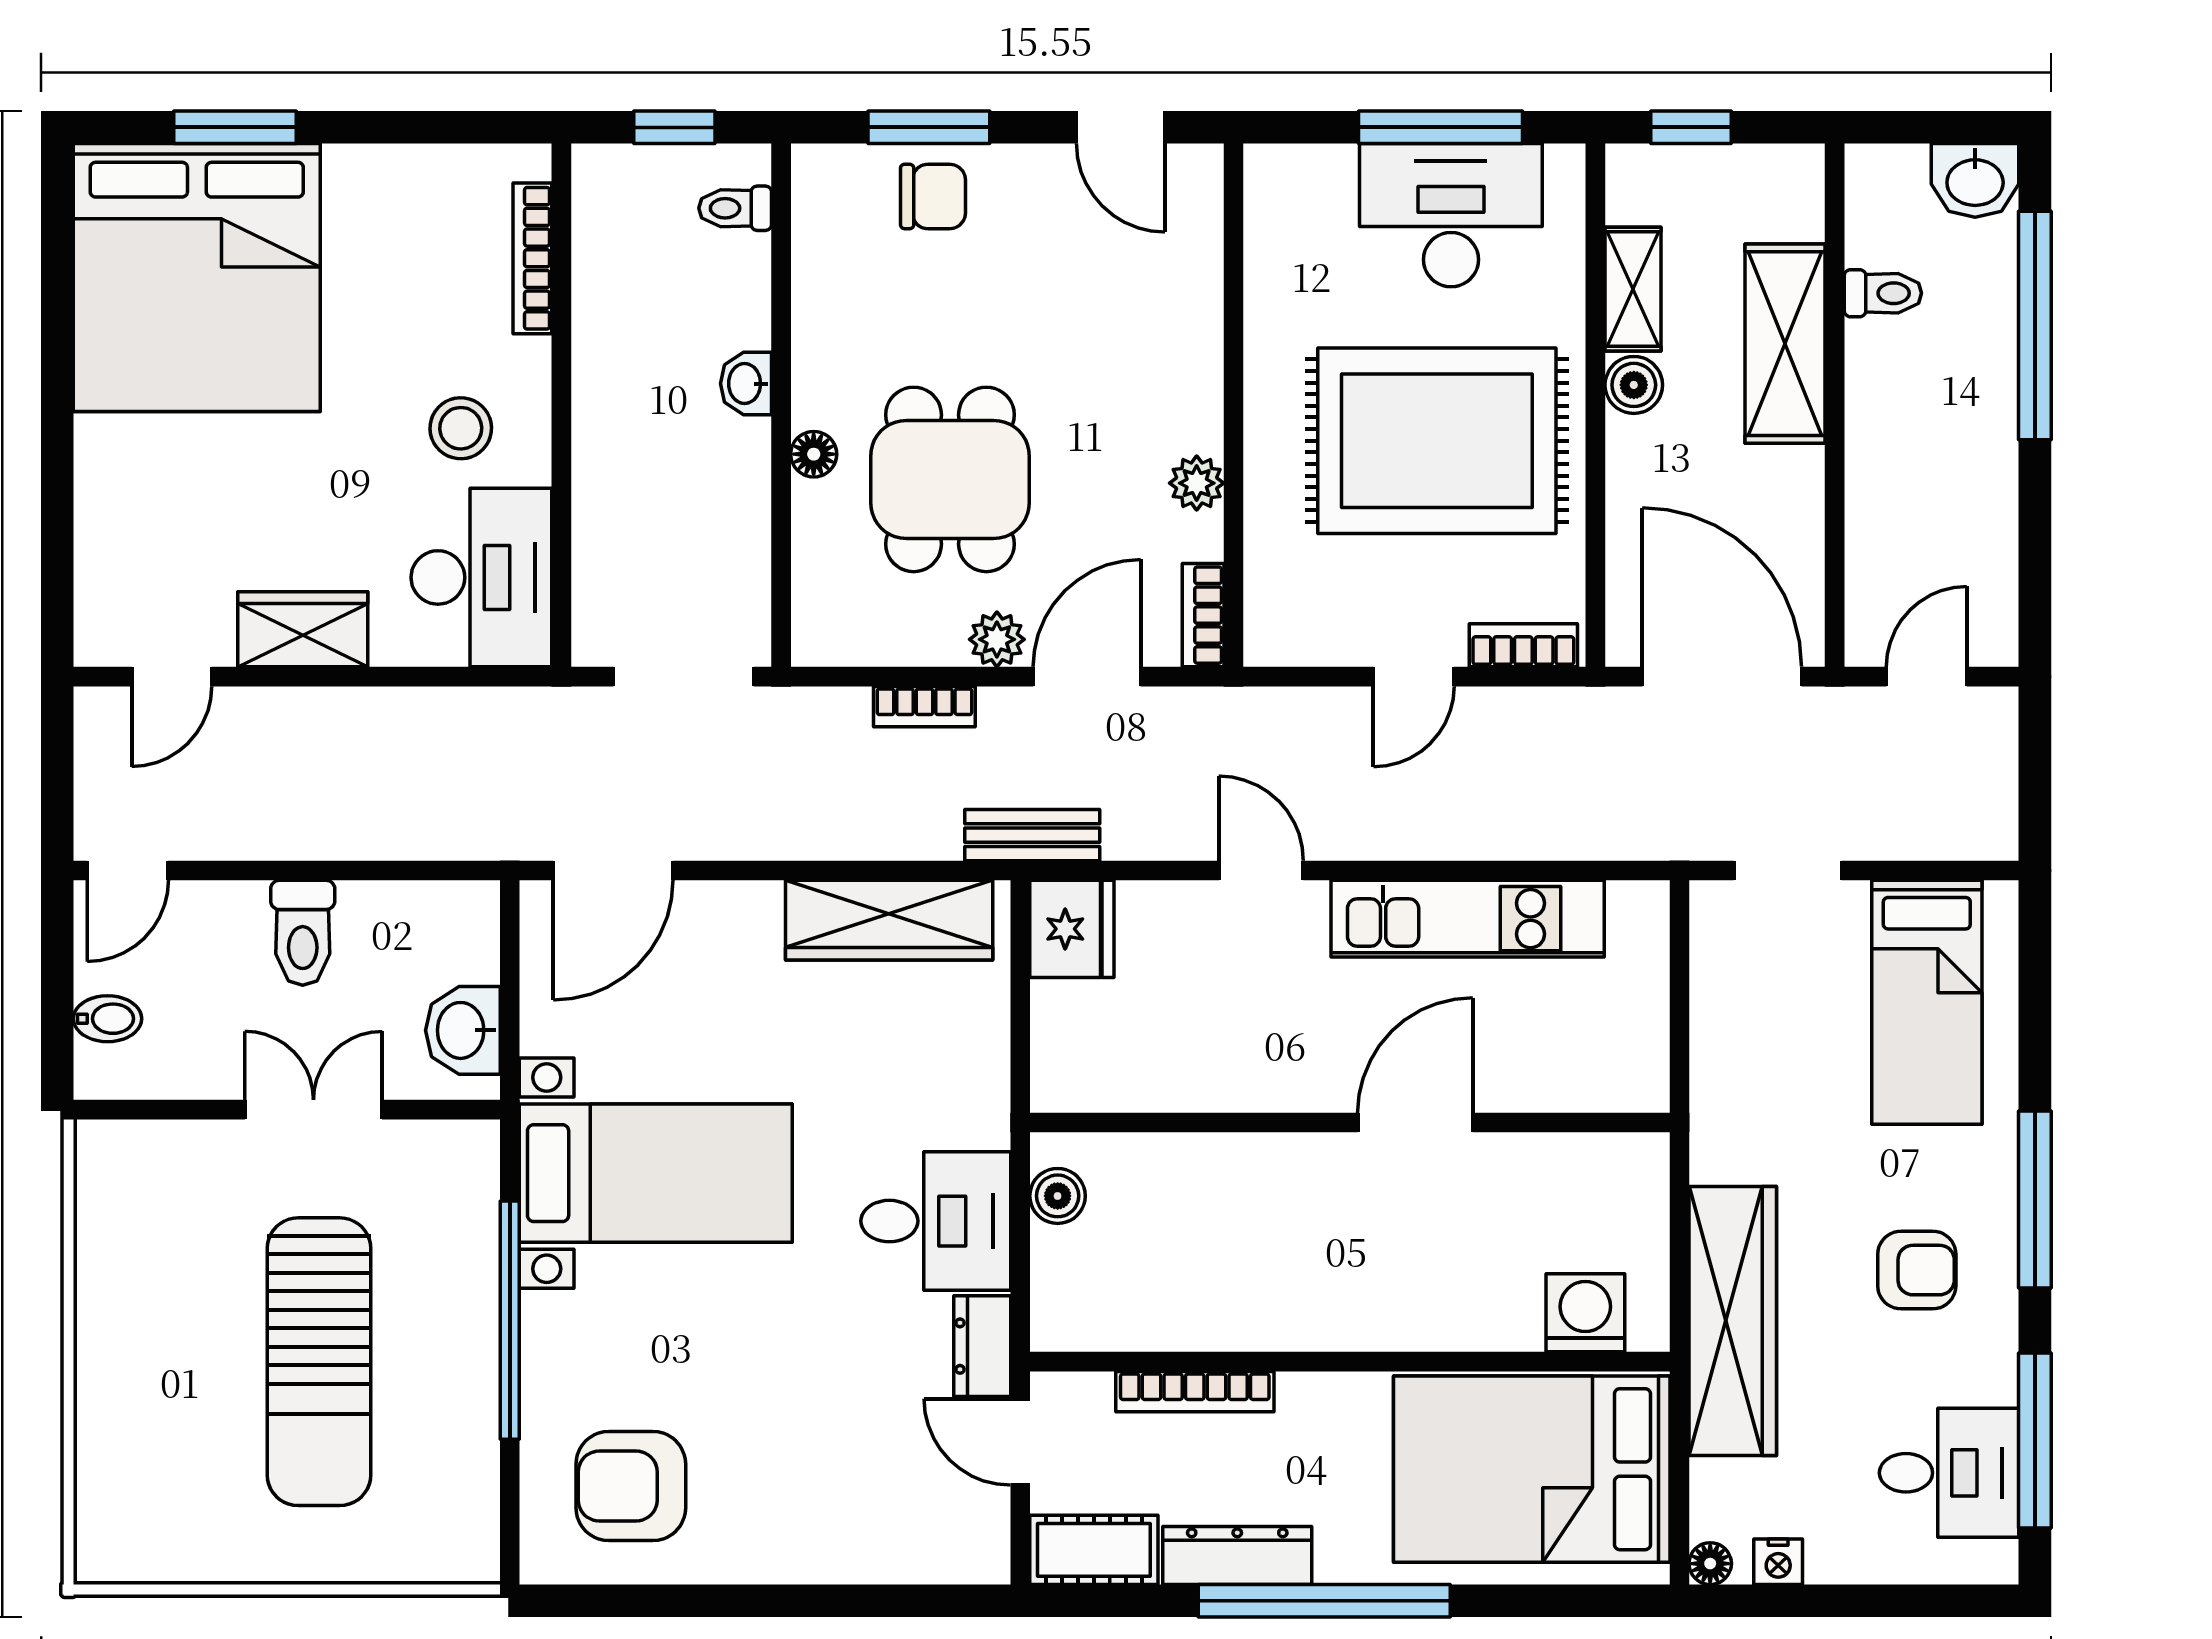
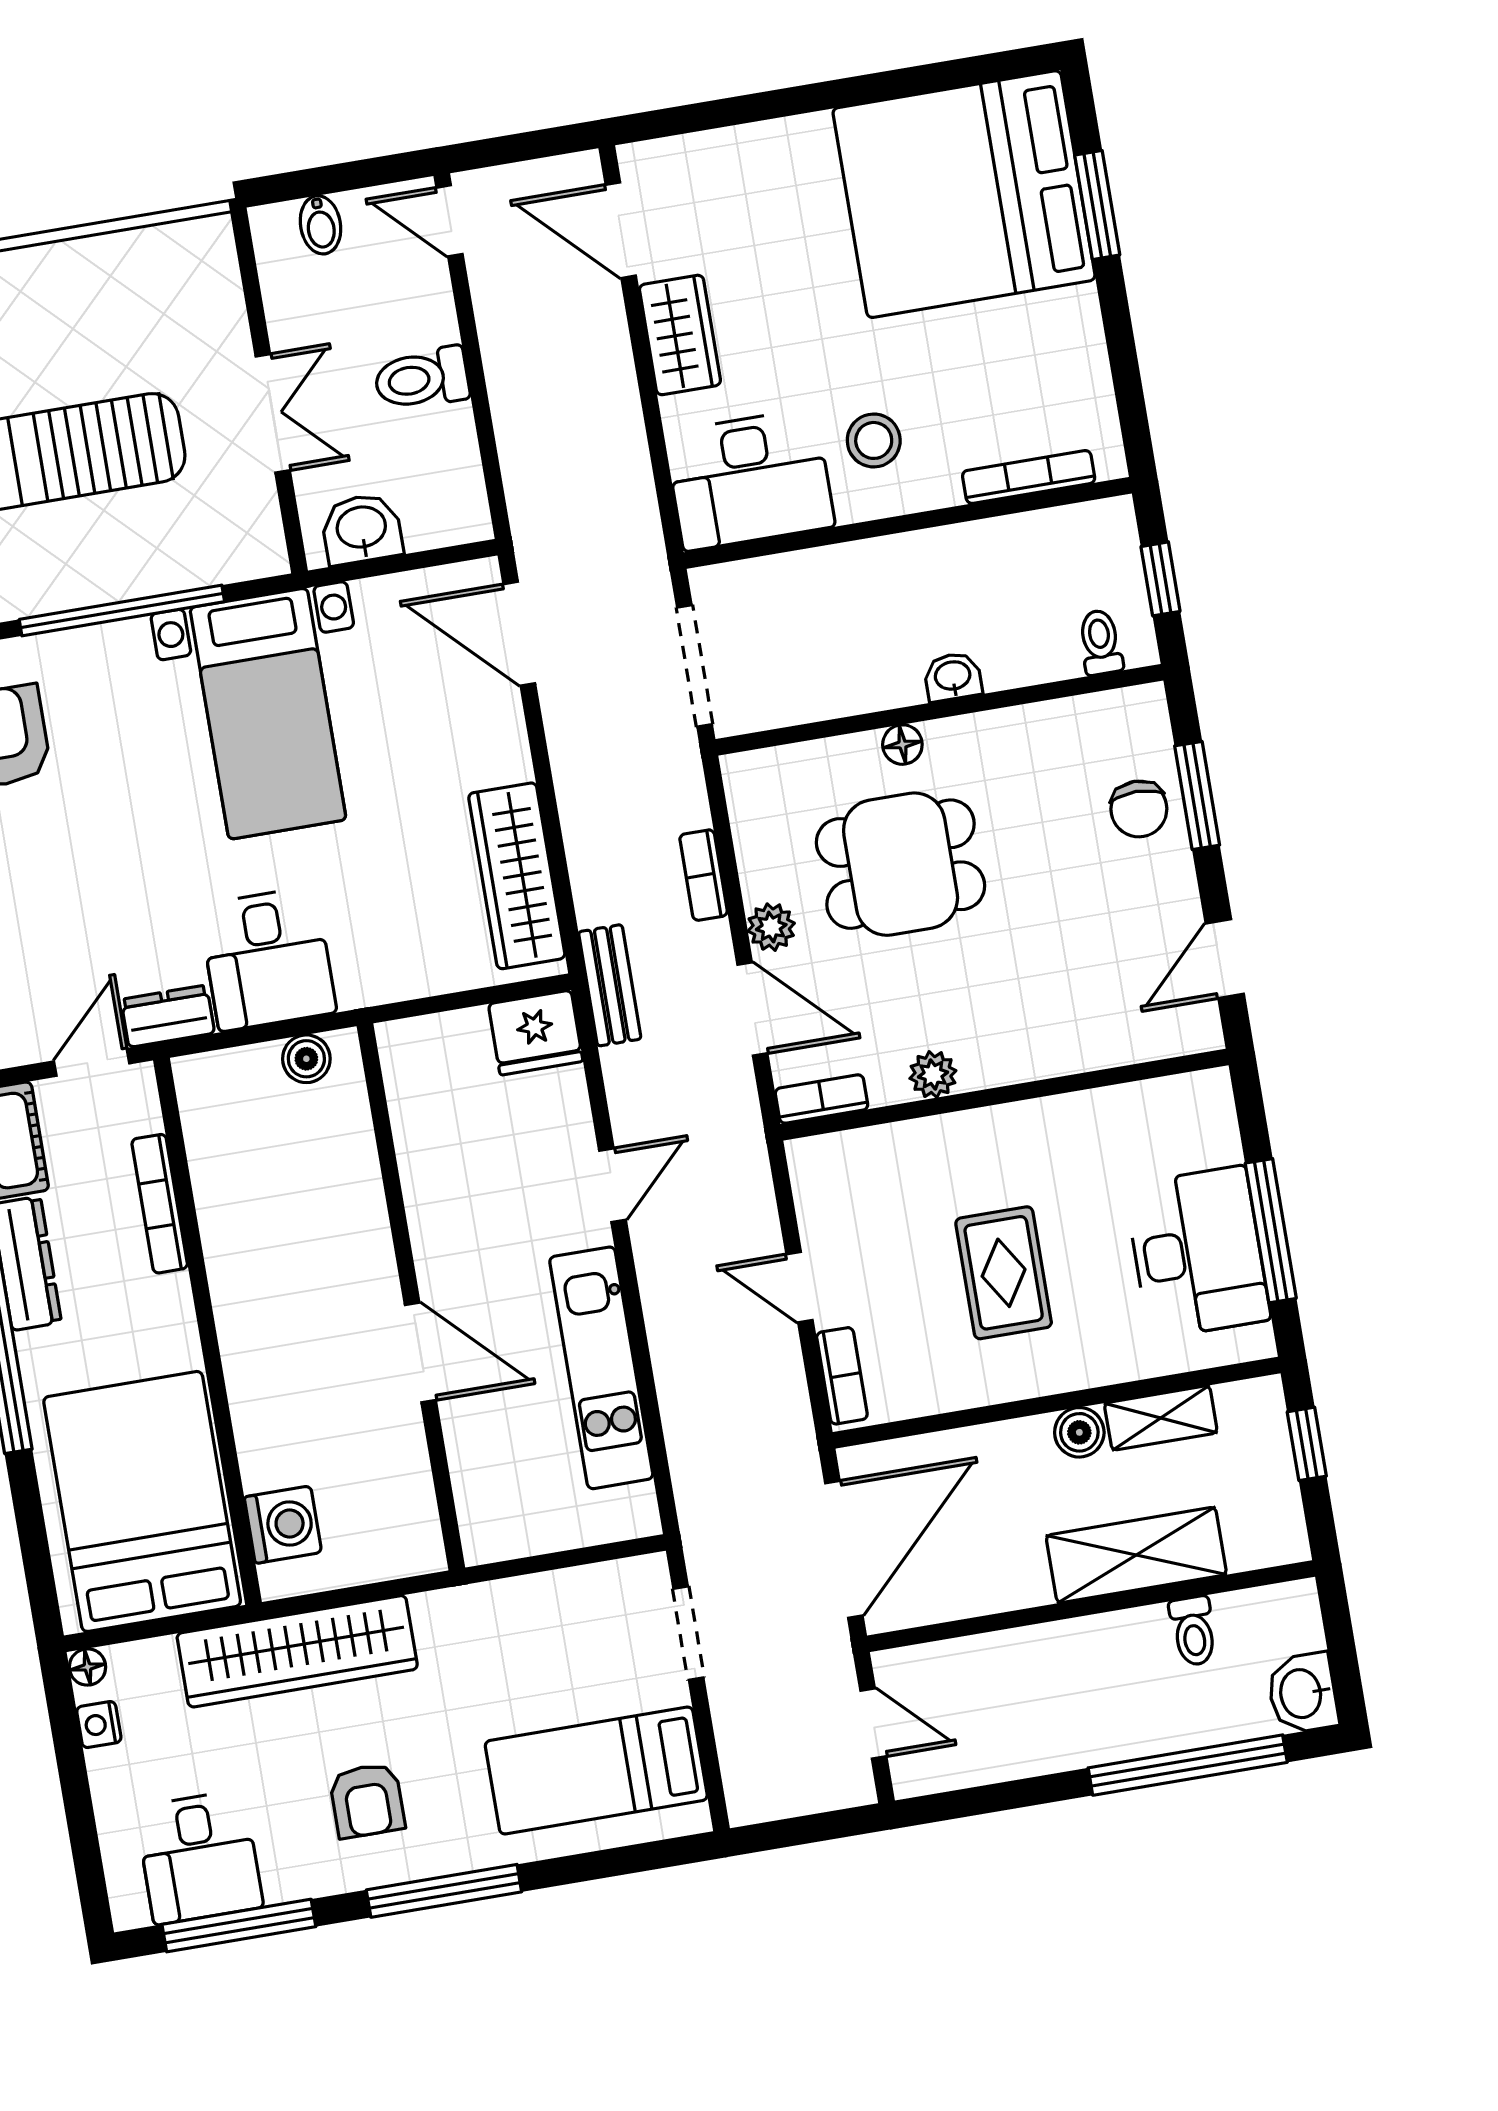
rug: (1437, 441) -> (1004, 1273), width x0.54, depth x0.49
door: (172, 677) -> (621, 230), width x1.38

